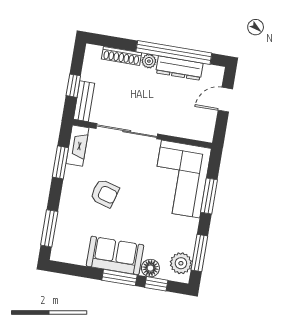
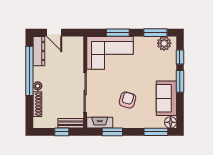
dresser: (179, 68) -> (39, 51), moved
sofa: (115, 256) -> (166, 98), moved
floor lamp: (150, 268) -> (171, 122), moved

